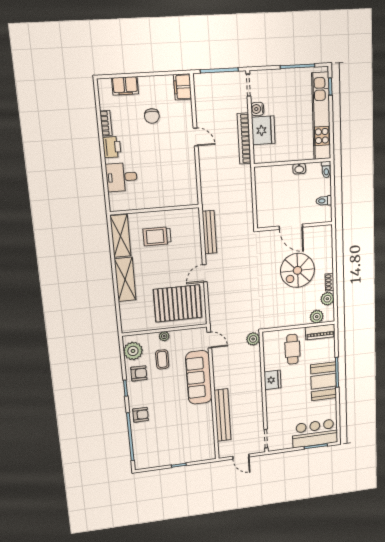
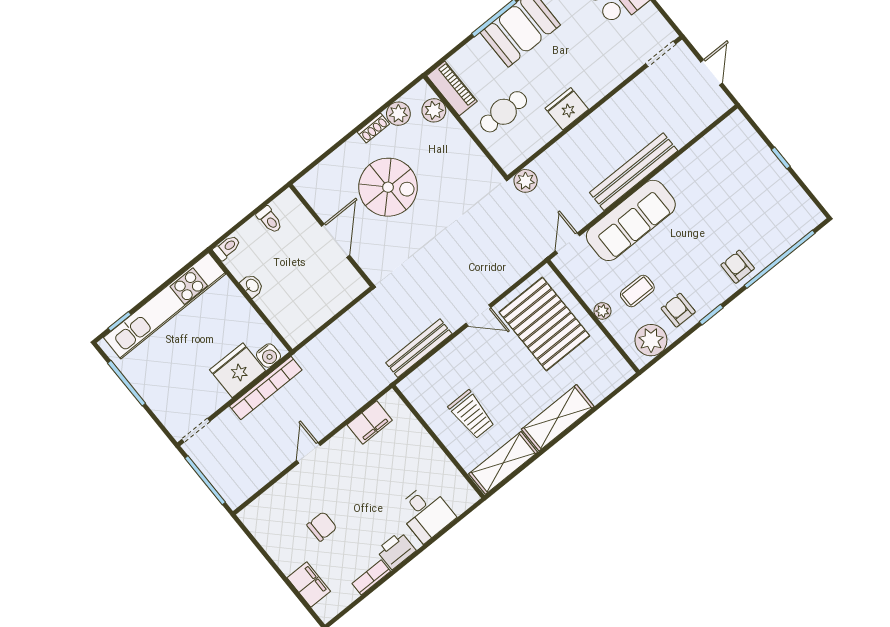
filing cabinet: (183, 87) -> (370, 423), moved
water cooler: (257, 109) -> (269, 356), moved
bench: (222, 415) -> (634, 172), moved

